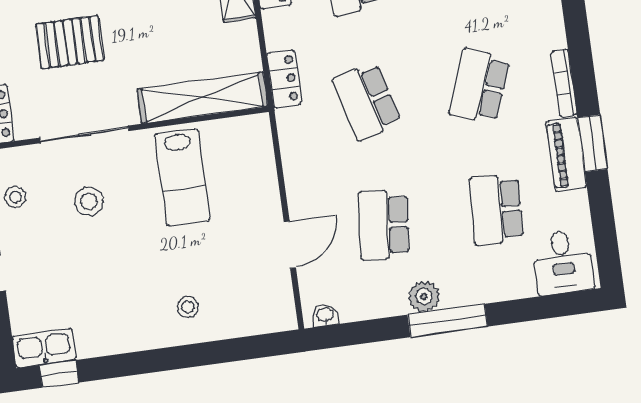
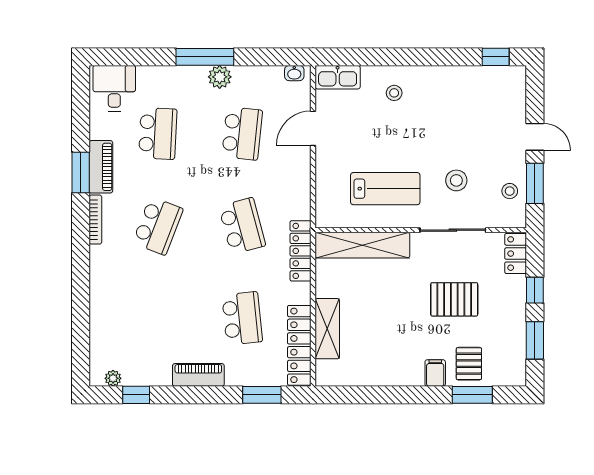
locker: (284, 79) -> (301, 251), width x1.53
lab bench: (182, 177) -> (385, 189), turned 90
kitchen sink: (44, 348) -> (338, 77), moved

